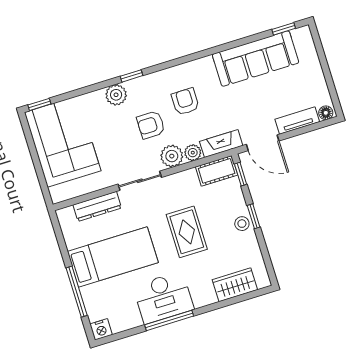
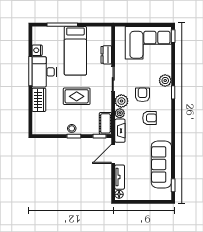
dresser: (97, 206) -> (106, 55), width x0.70
wardrobe: (235, 285) -> (39, 100), moved
nightstand: (101, 329) -> (37, 50), moved

